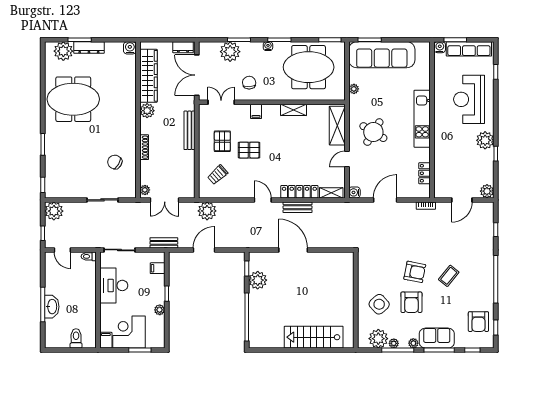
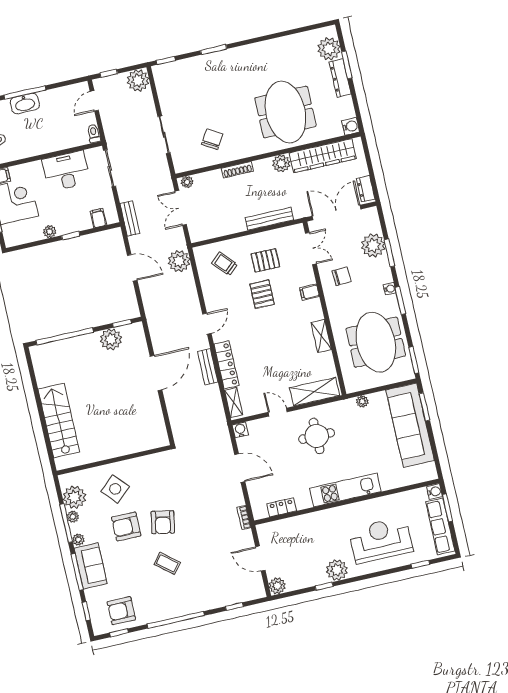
meeting table: (73, 99) -> (286, 112), moved
round table: (373, 132) -> (317, 436), turned -31

